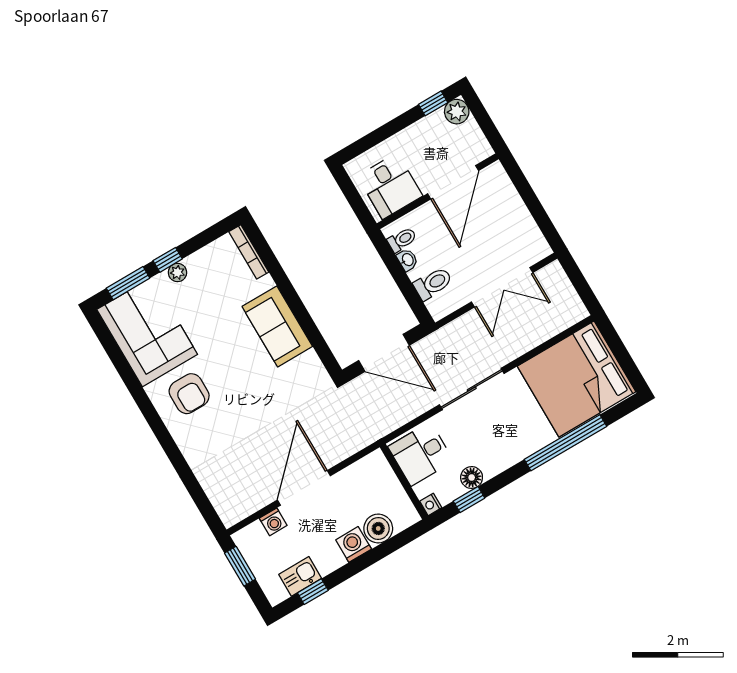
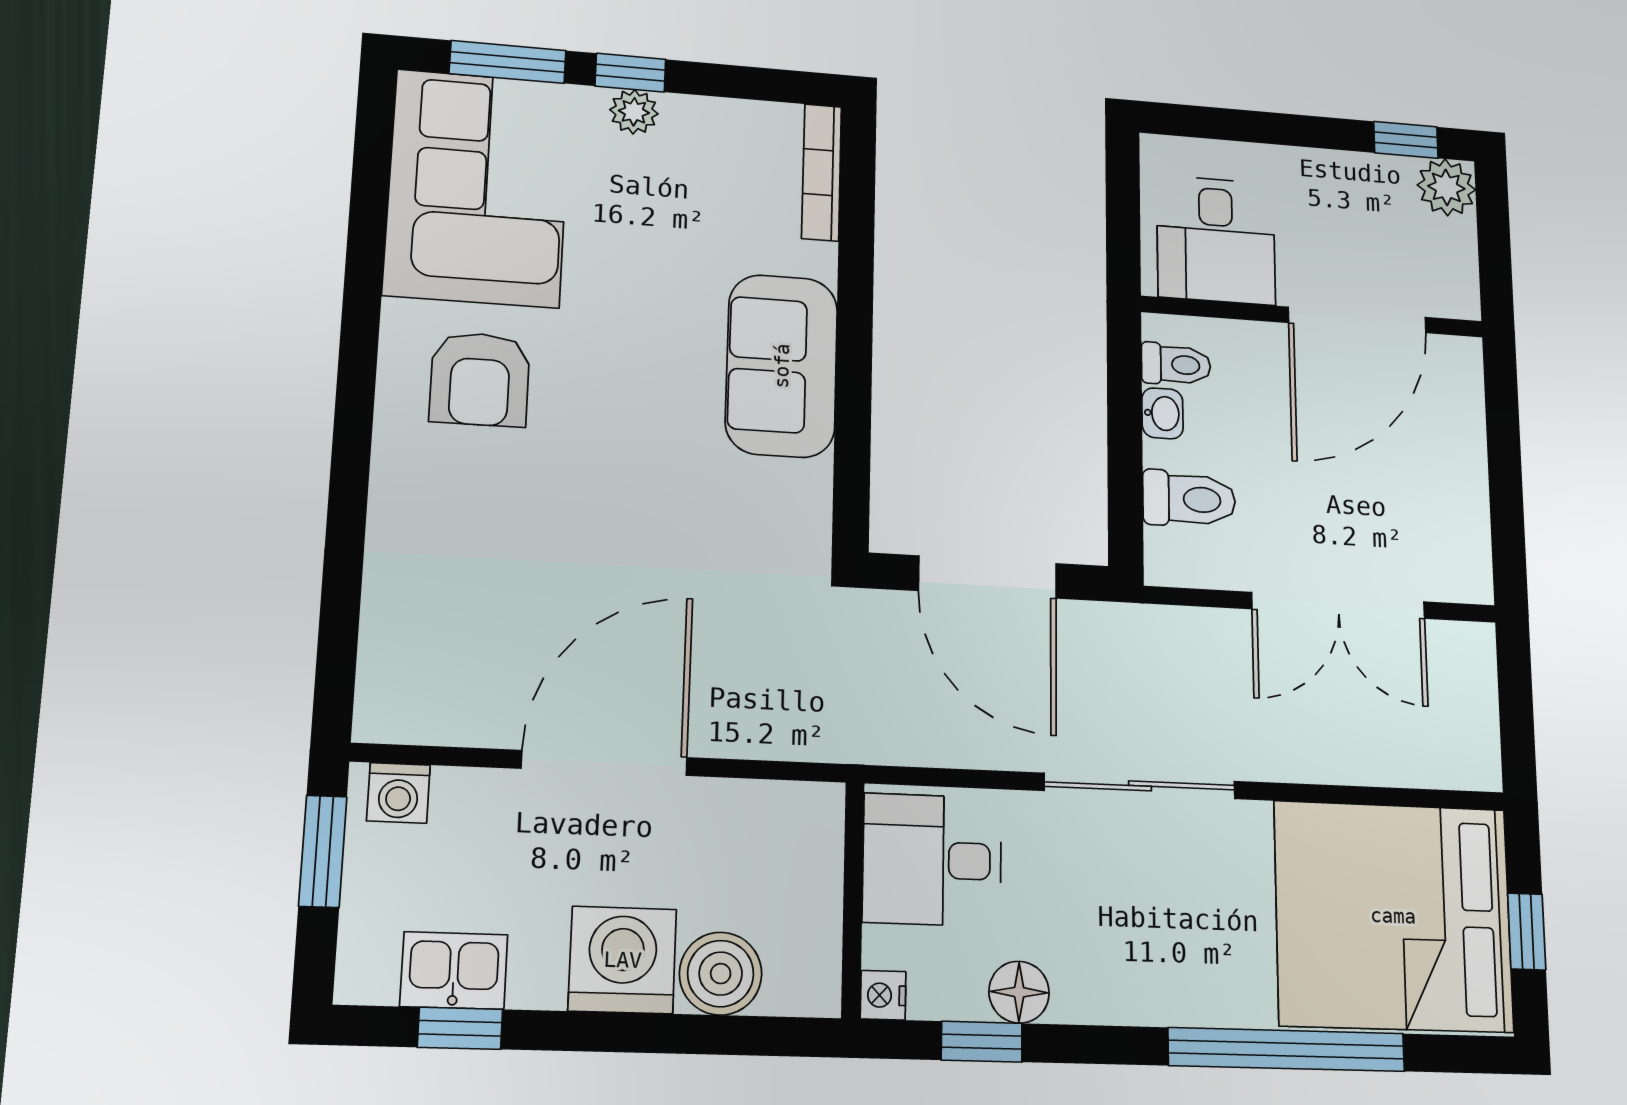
window: (623, 356) -> (1527, 932), added
washing machine: (273, 522) -> (398, 793), moved
washing machine: (354, 544) -> (623, 960), width x1.37, depth x1.37

